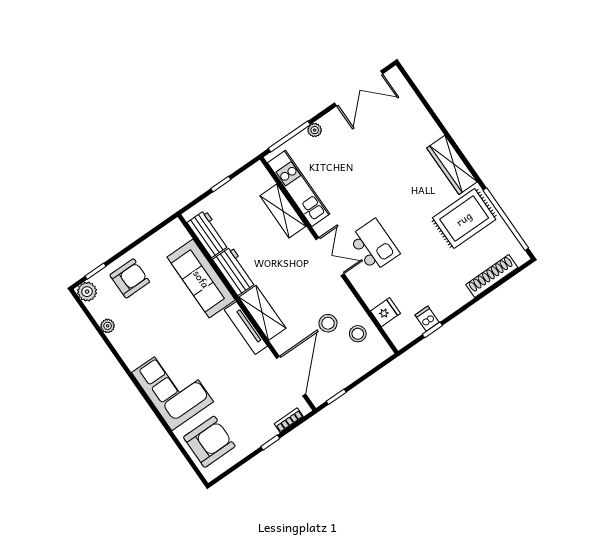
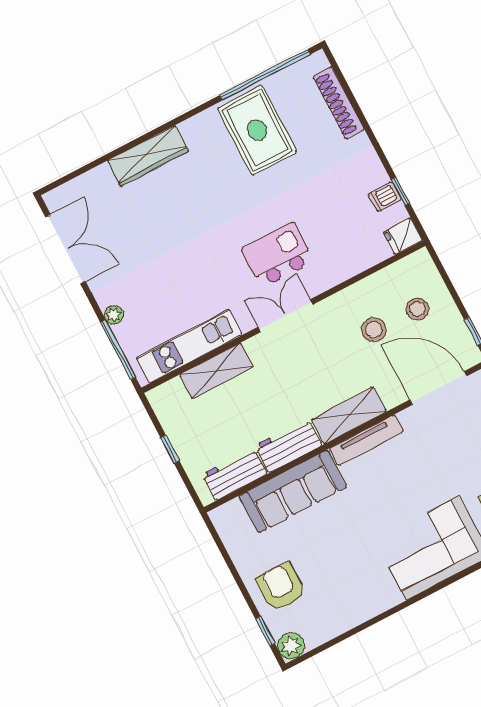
wardrobe: (452, 165) -> (148, 156), moved
fridge: (385, 312) -> (403, 236), moved, turned -90
plant: (108, 326) -> (340, 624), removed
stool: (358, 334) -> (417, 309), moved

